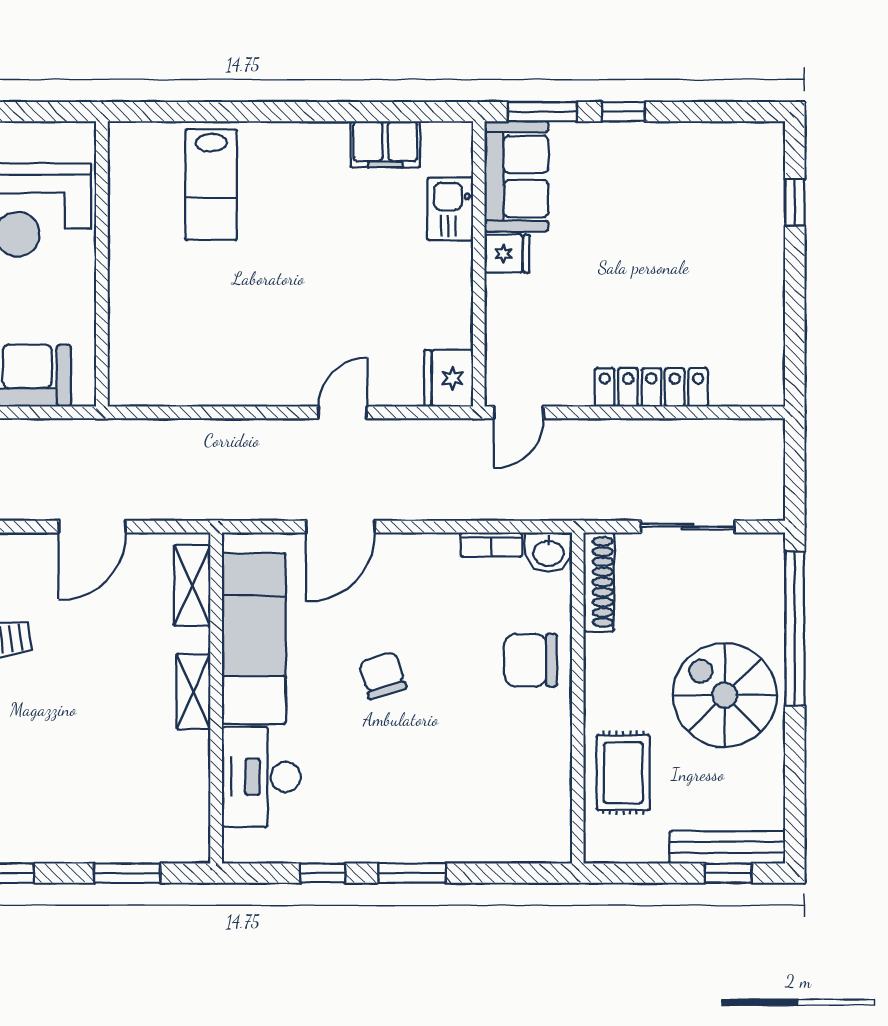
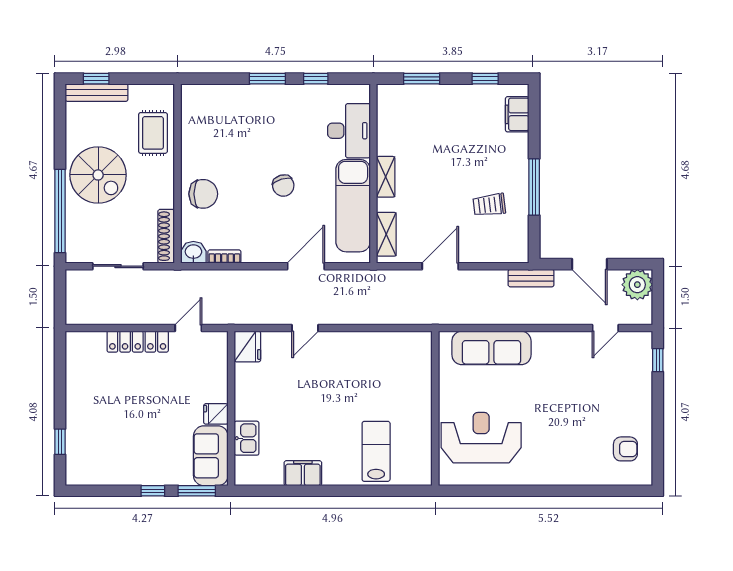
filing cabinet: (385, 144) -> (303, 473), moved
door: (519, 412) -> (188, 328), moved

